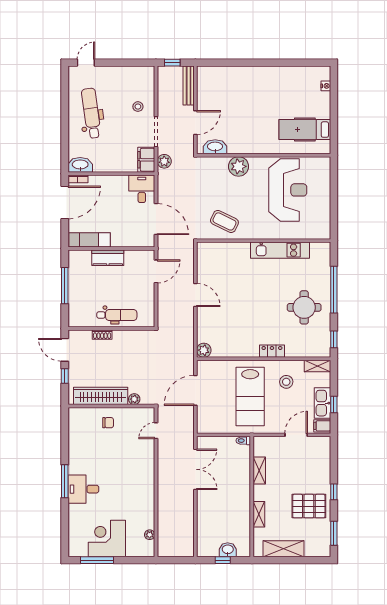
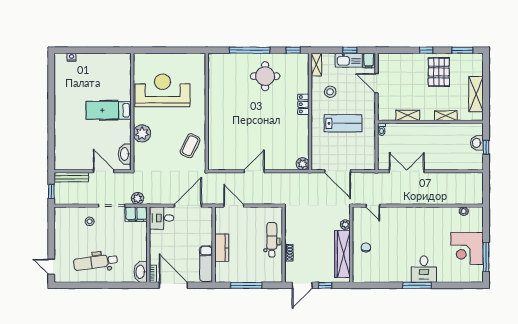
hospital bed: (305, 130) -> (109, 110), moved, turned 90
kitchen unit: (280, 250) -> (215, 97), removed
lab bench: (250, 396) -> (343, 123), width x0.73, depth x0.72

